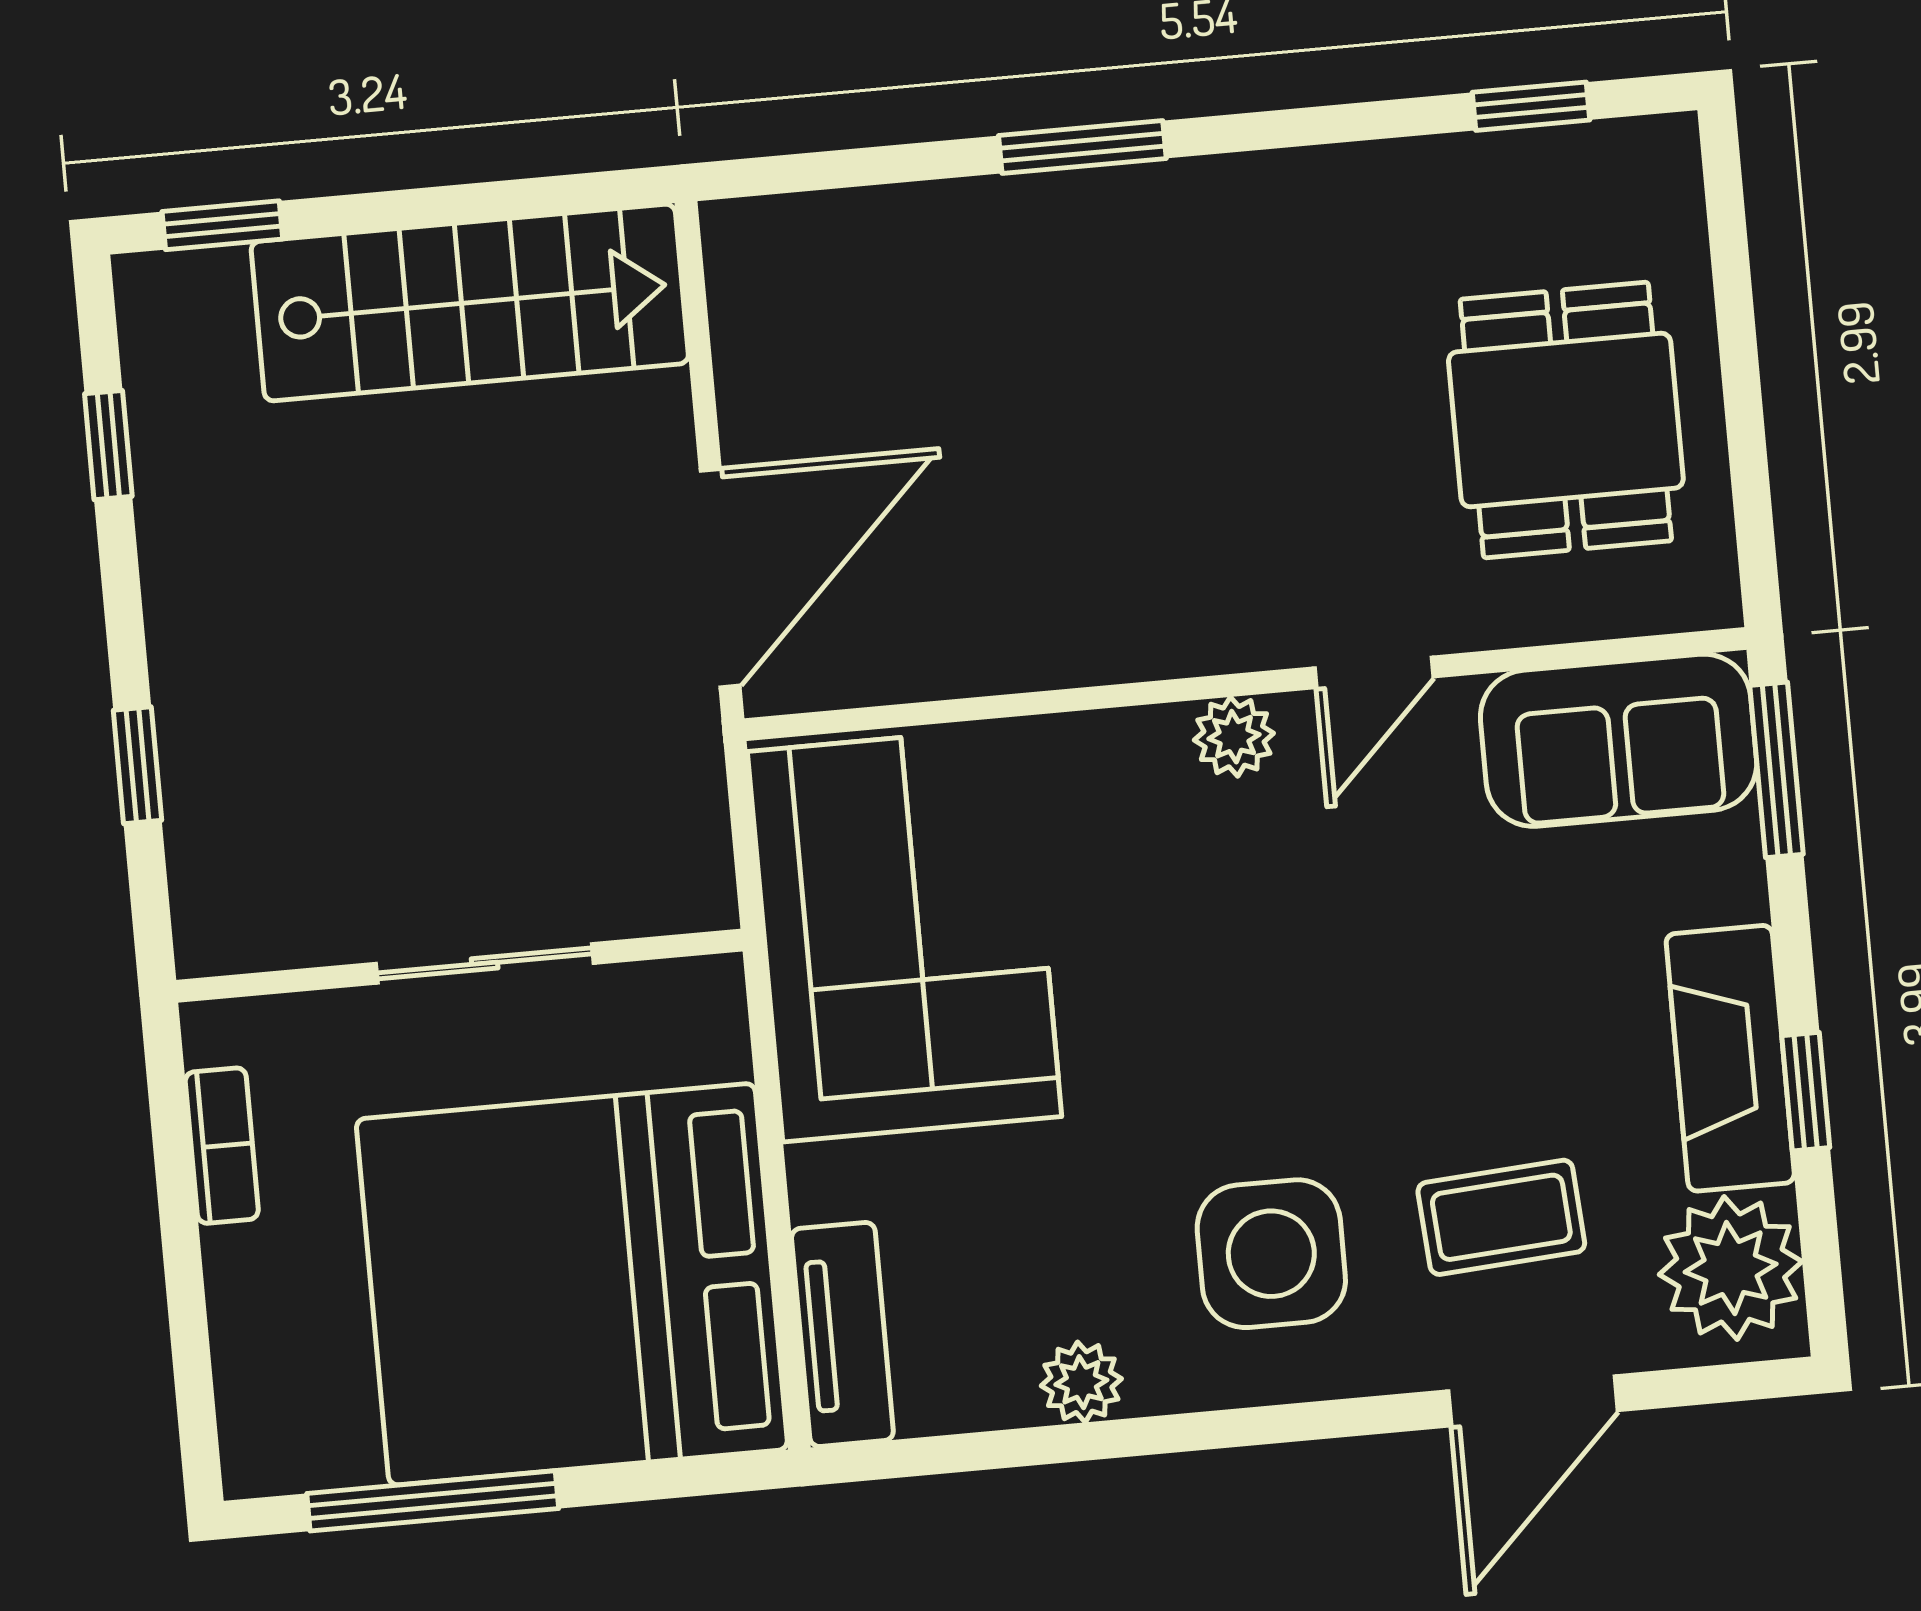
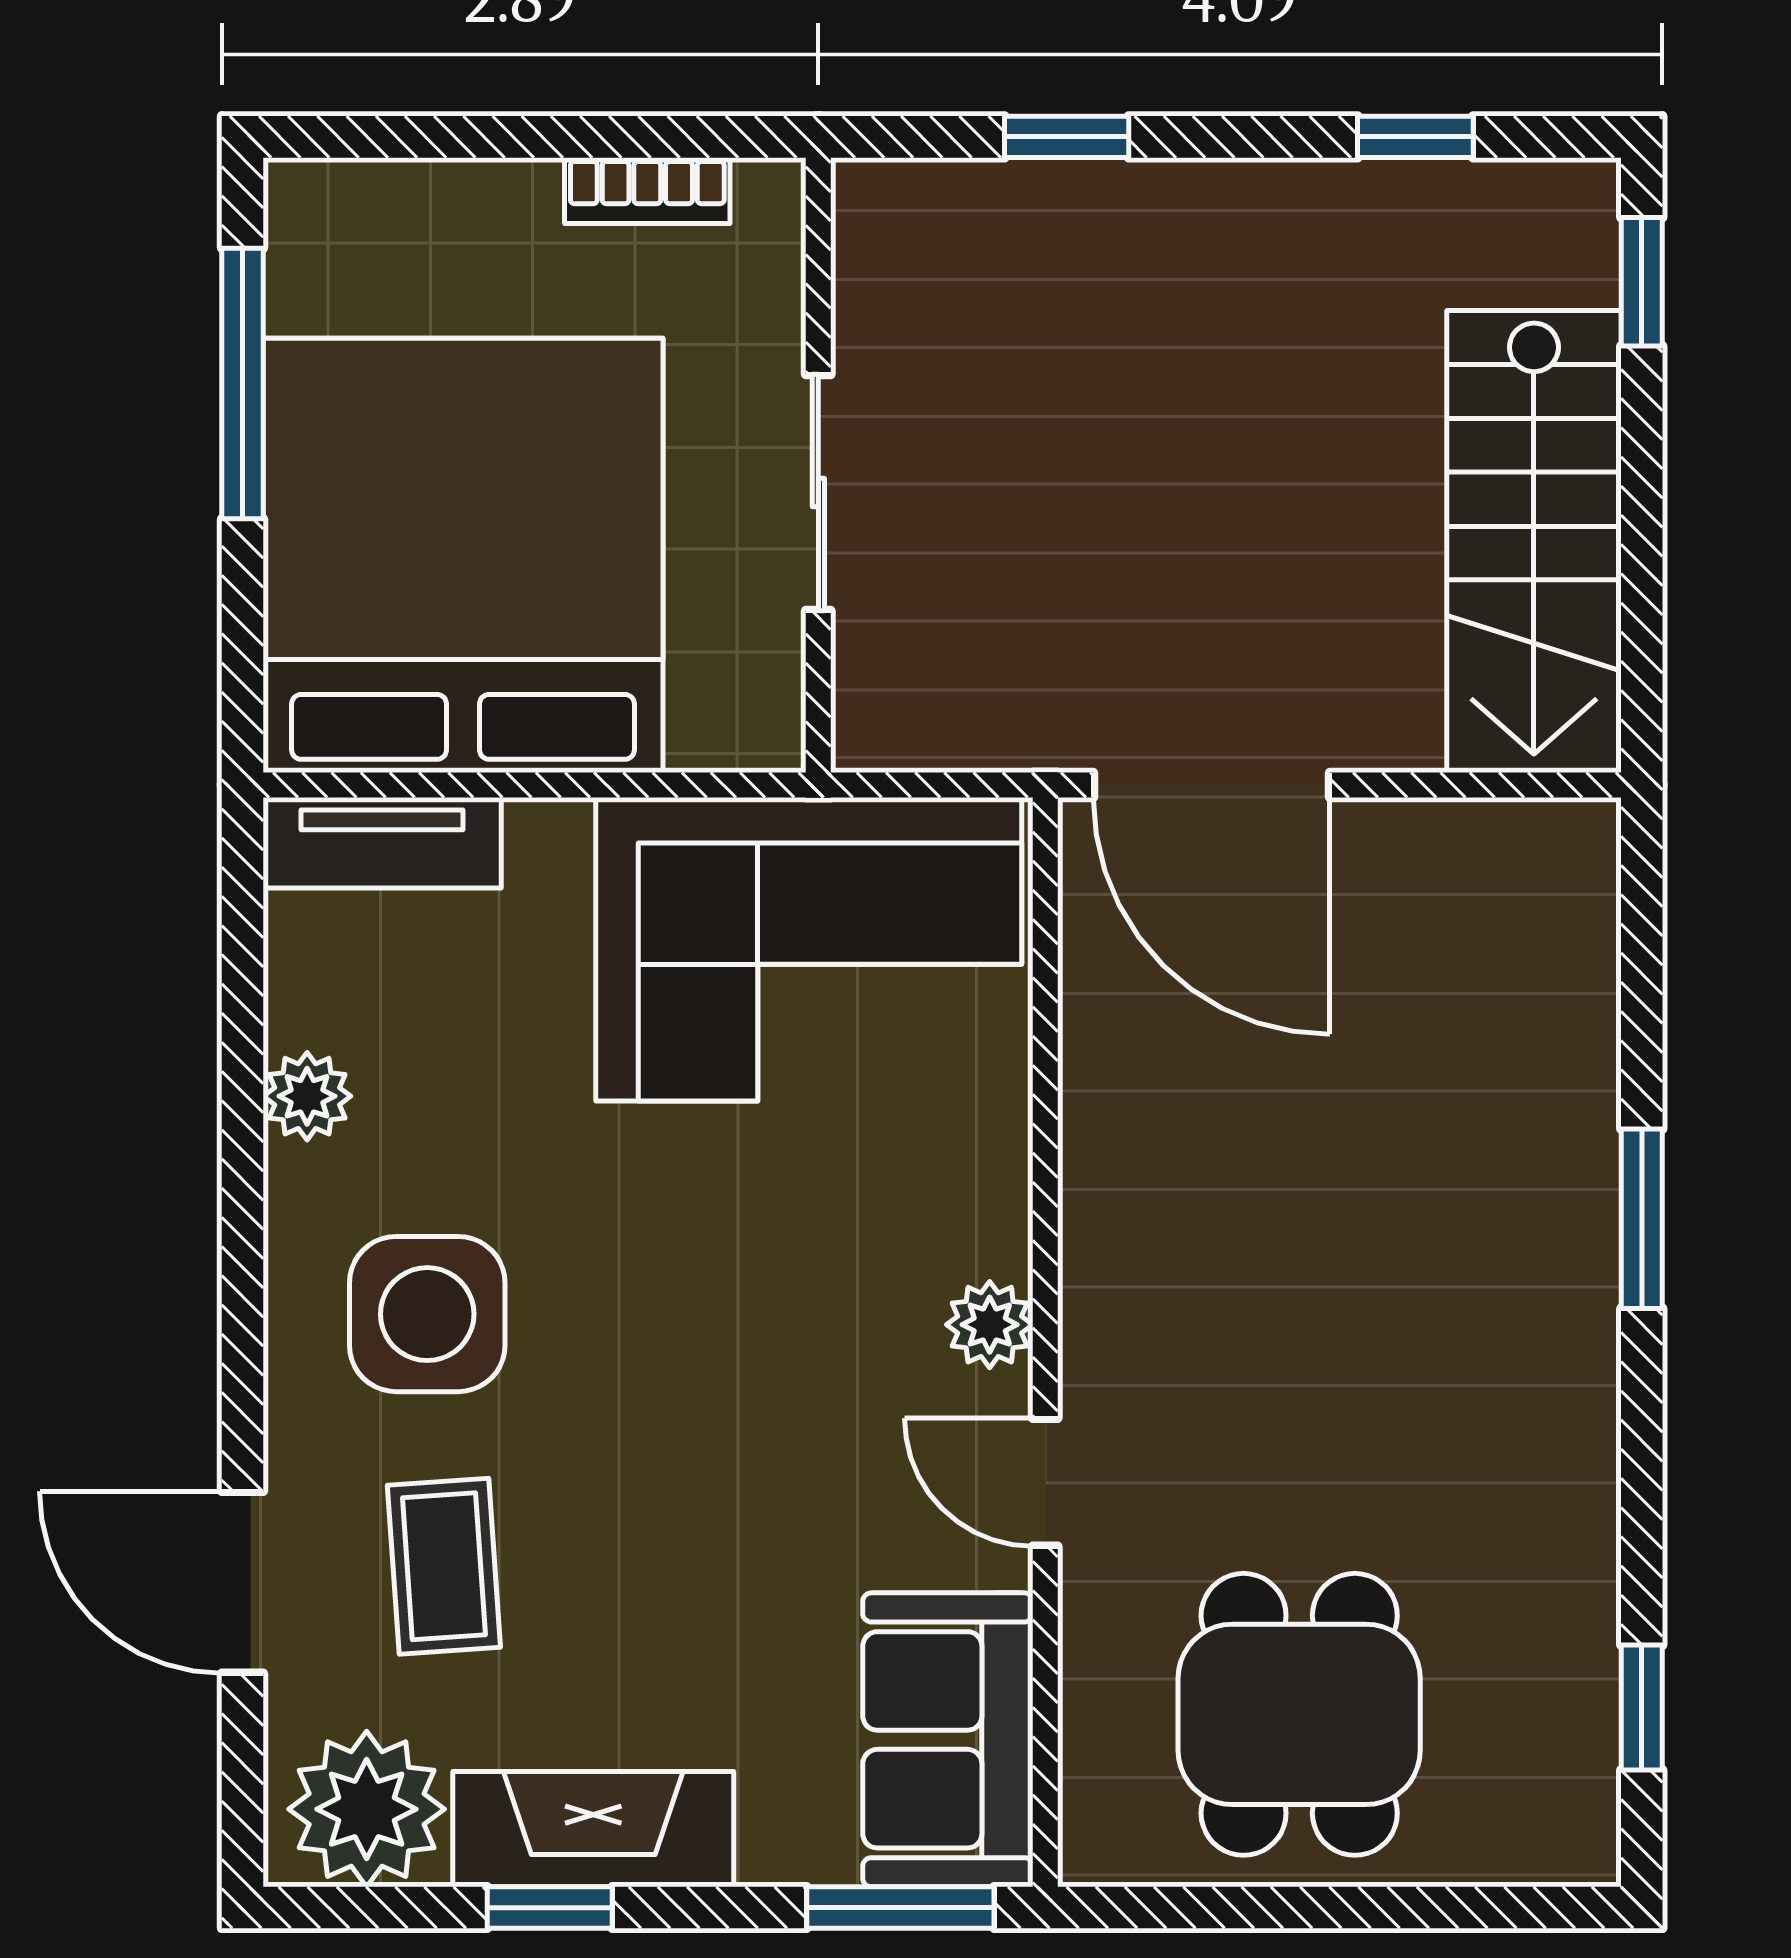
dining table: (1566, 420) -> (1299, 1714), turned 90

